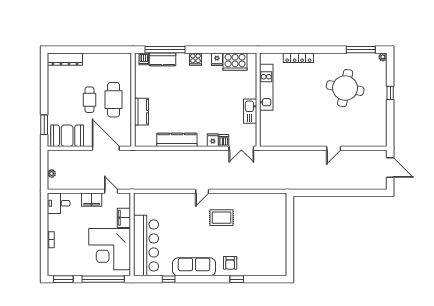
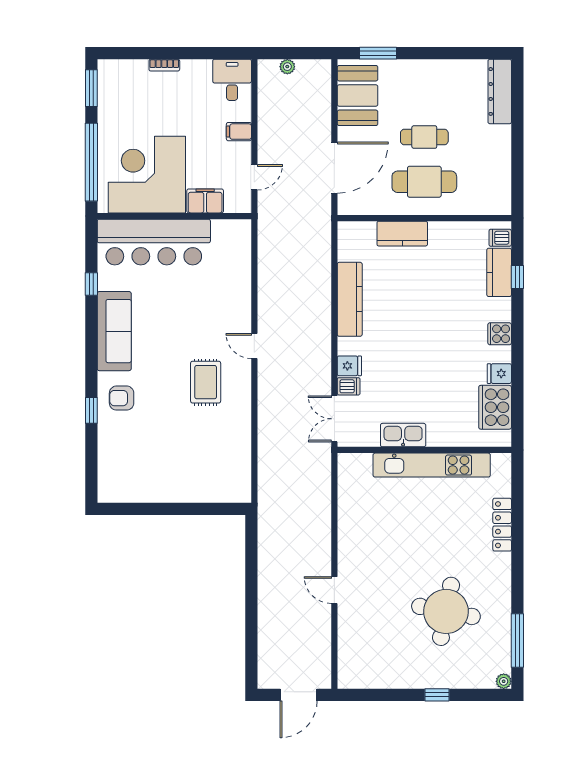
window: (165, 50) -> (517, 277), width x0.32
kitchen unit: (266, 87) -> (432, 465), width x1.36
filing cabinet: (92, 200) -> (239, 132), width x0.50

